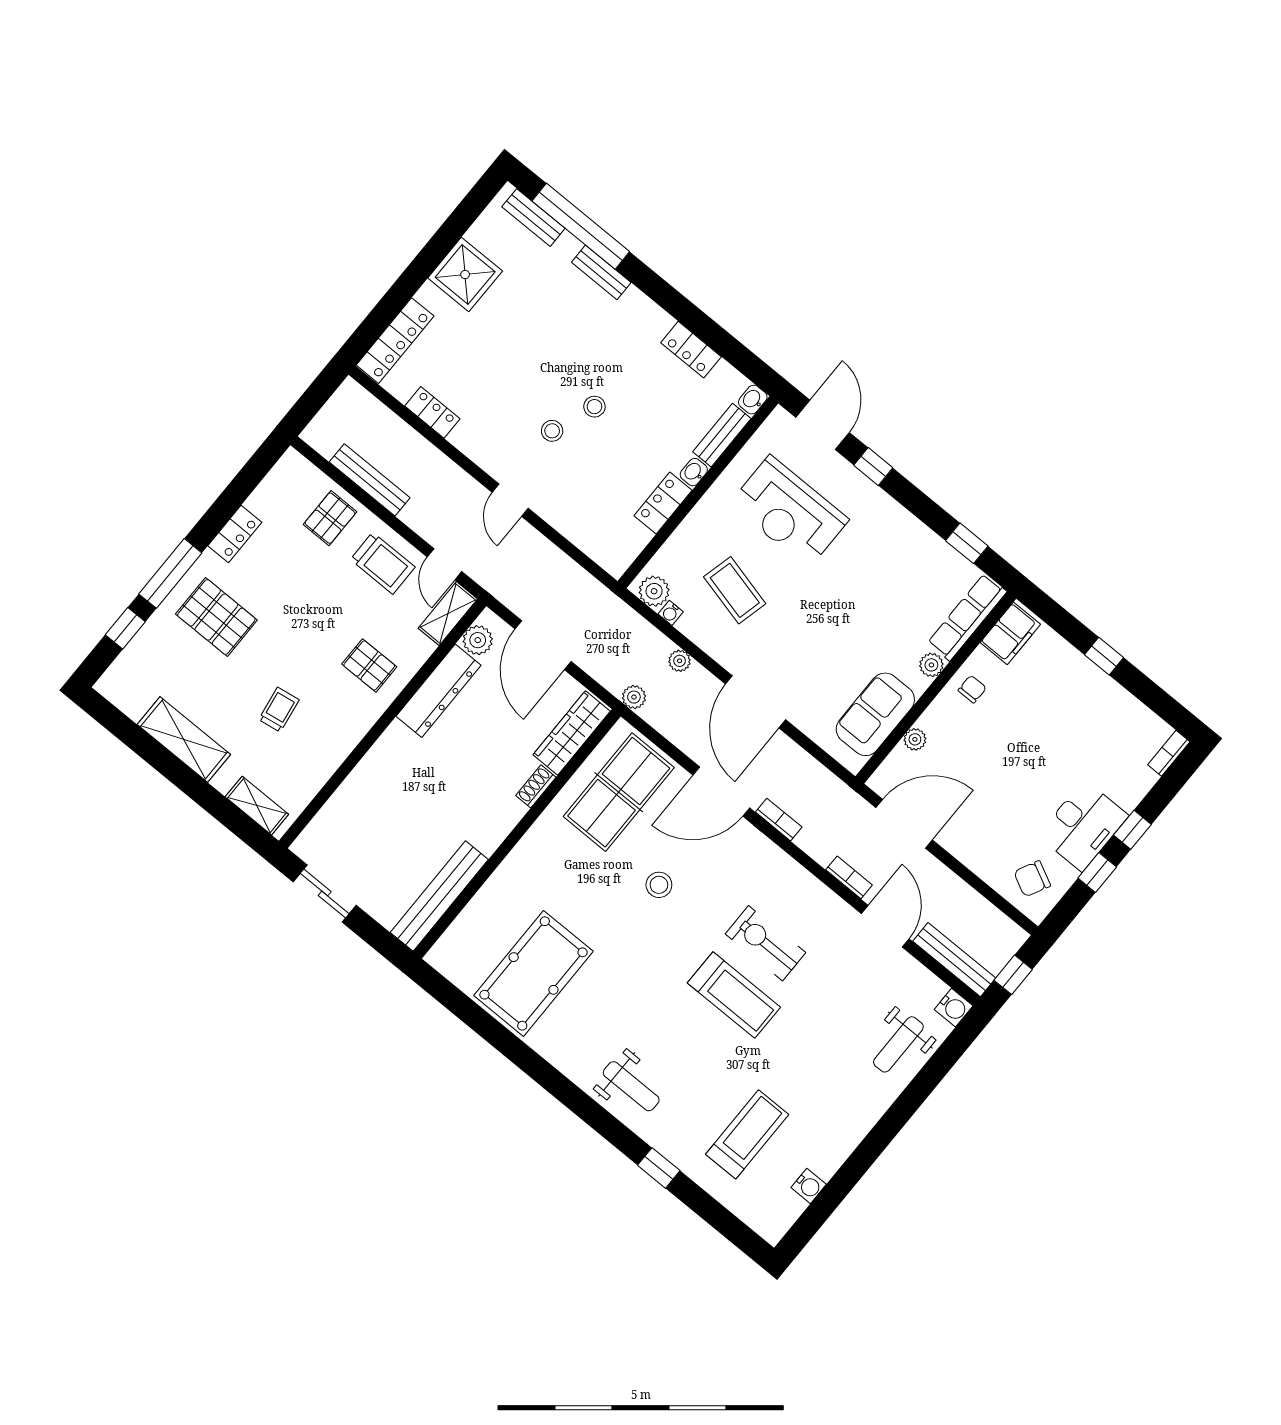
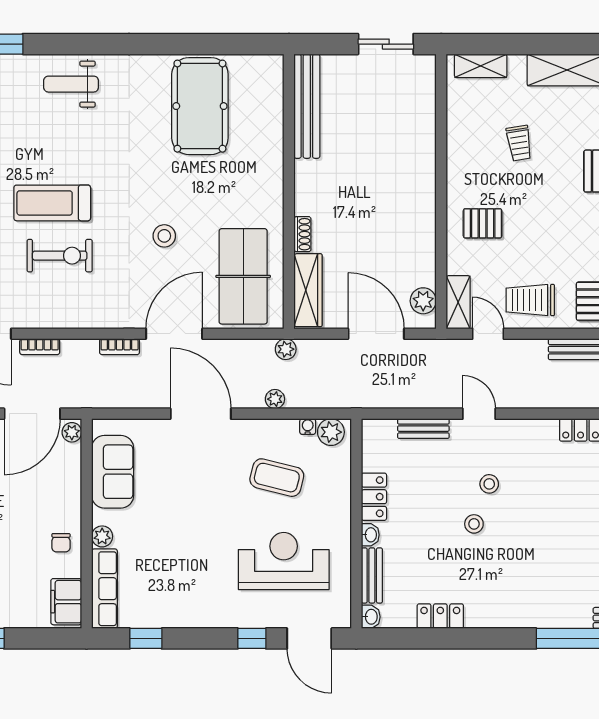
bench: (601, 272) -> (423, 429), moved
dresser: (438, 691) -> (422, 245), removed
plant: (915, 739) -> (72, 432), moved

